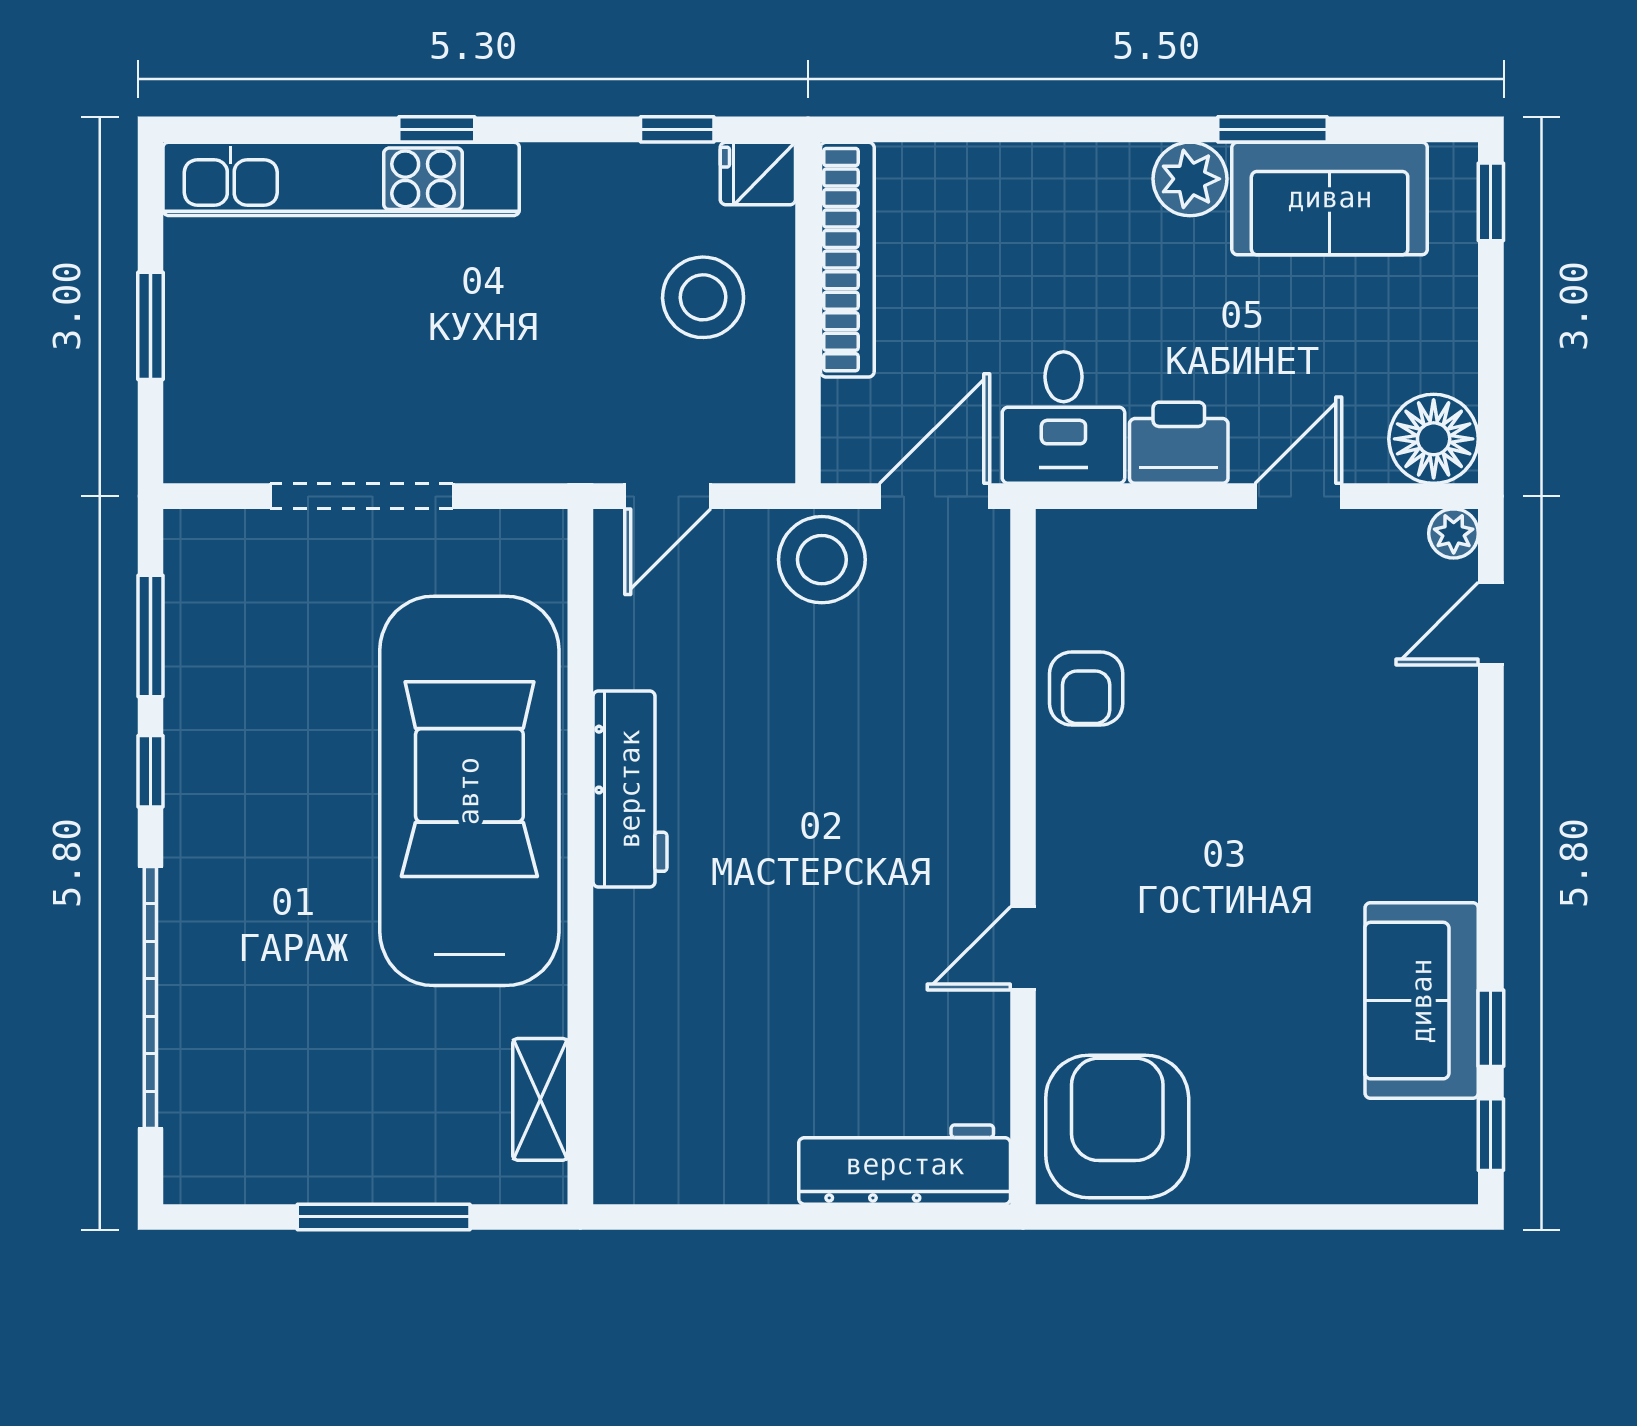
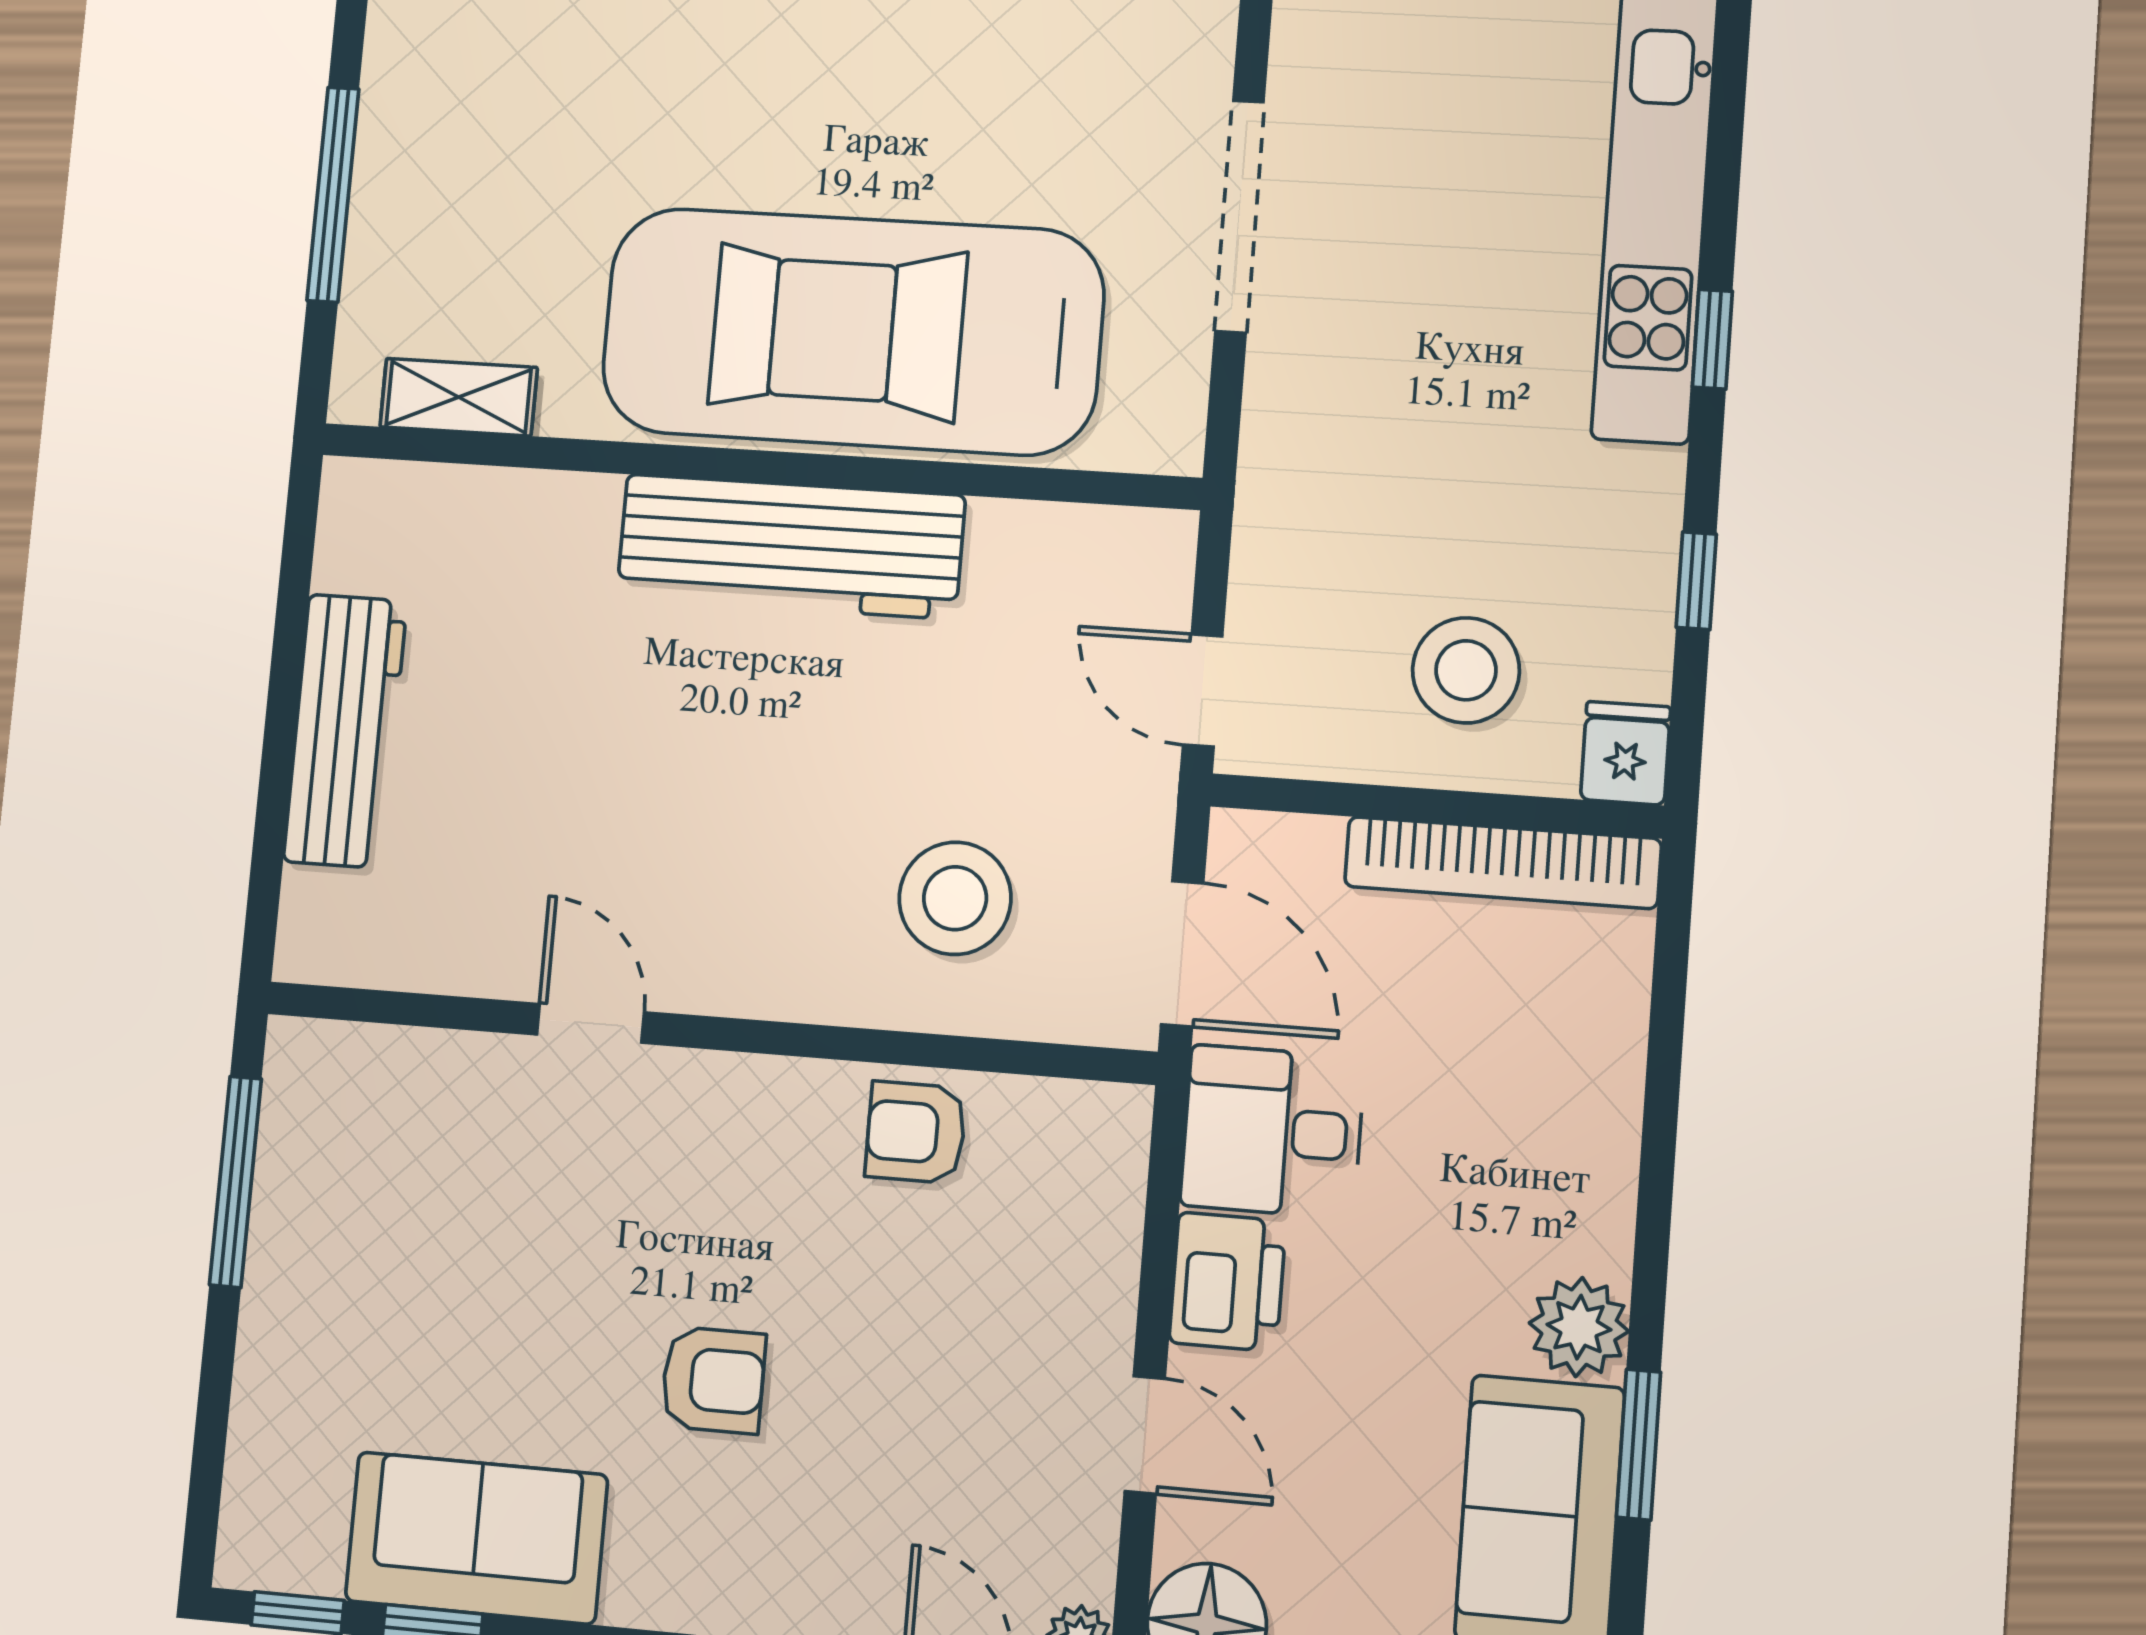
window: (677, 129) -> (1696, 581), moved
door: (668, 496) -> (1203, 690), moved
stool: (822, 560) -> (955, 898), moved
workbench: (630, 789) -> (790, 547), width x1.36, depth x1.32
car: (469, 791) -> (852, 331), turned 180
armchair: (1117, 1126) -> (713, 1380), moved, width x0.53, depth x0.53
workbench: (905, 1165) -> (345, 731), moved
window: (1167, 1217) -> (235, 1182), added

